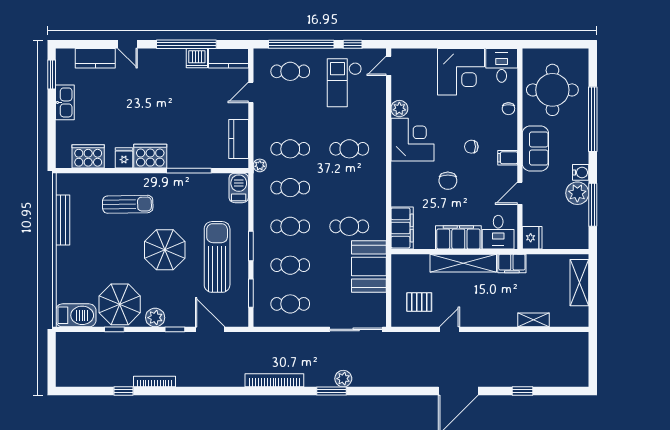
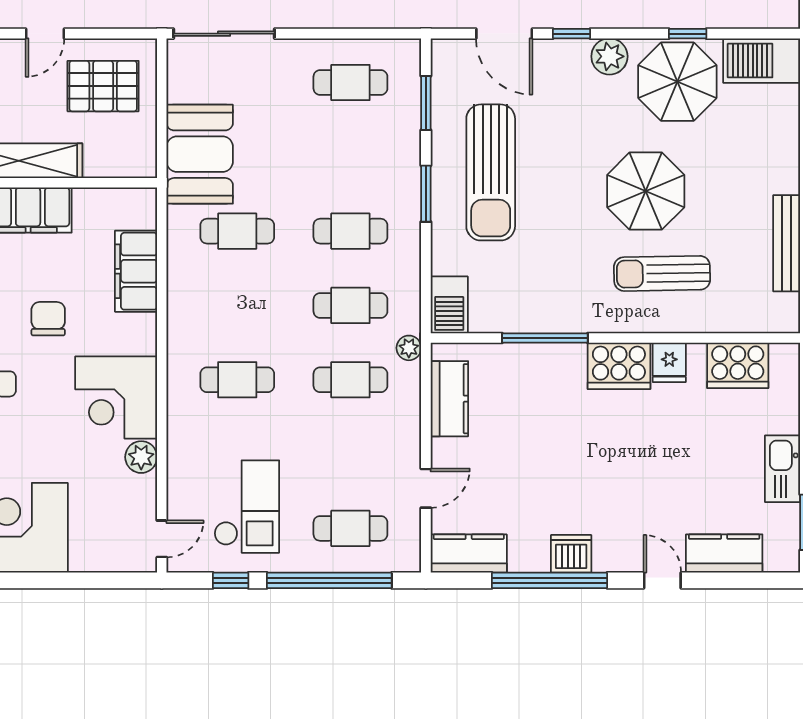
dishwasher: (197, 58) -> (571, 554), moved
filing cabinet: (402, 228) -> (136, 271), moved
parasol: (165, 250) -> (646, 191), moved
cafe table: (290, 265) -> (350, 157), removed
pallet: (419, 302) -> (103, 86), width x1.50, depth x1.42

